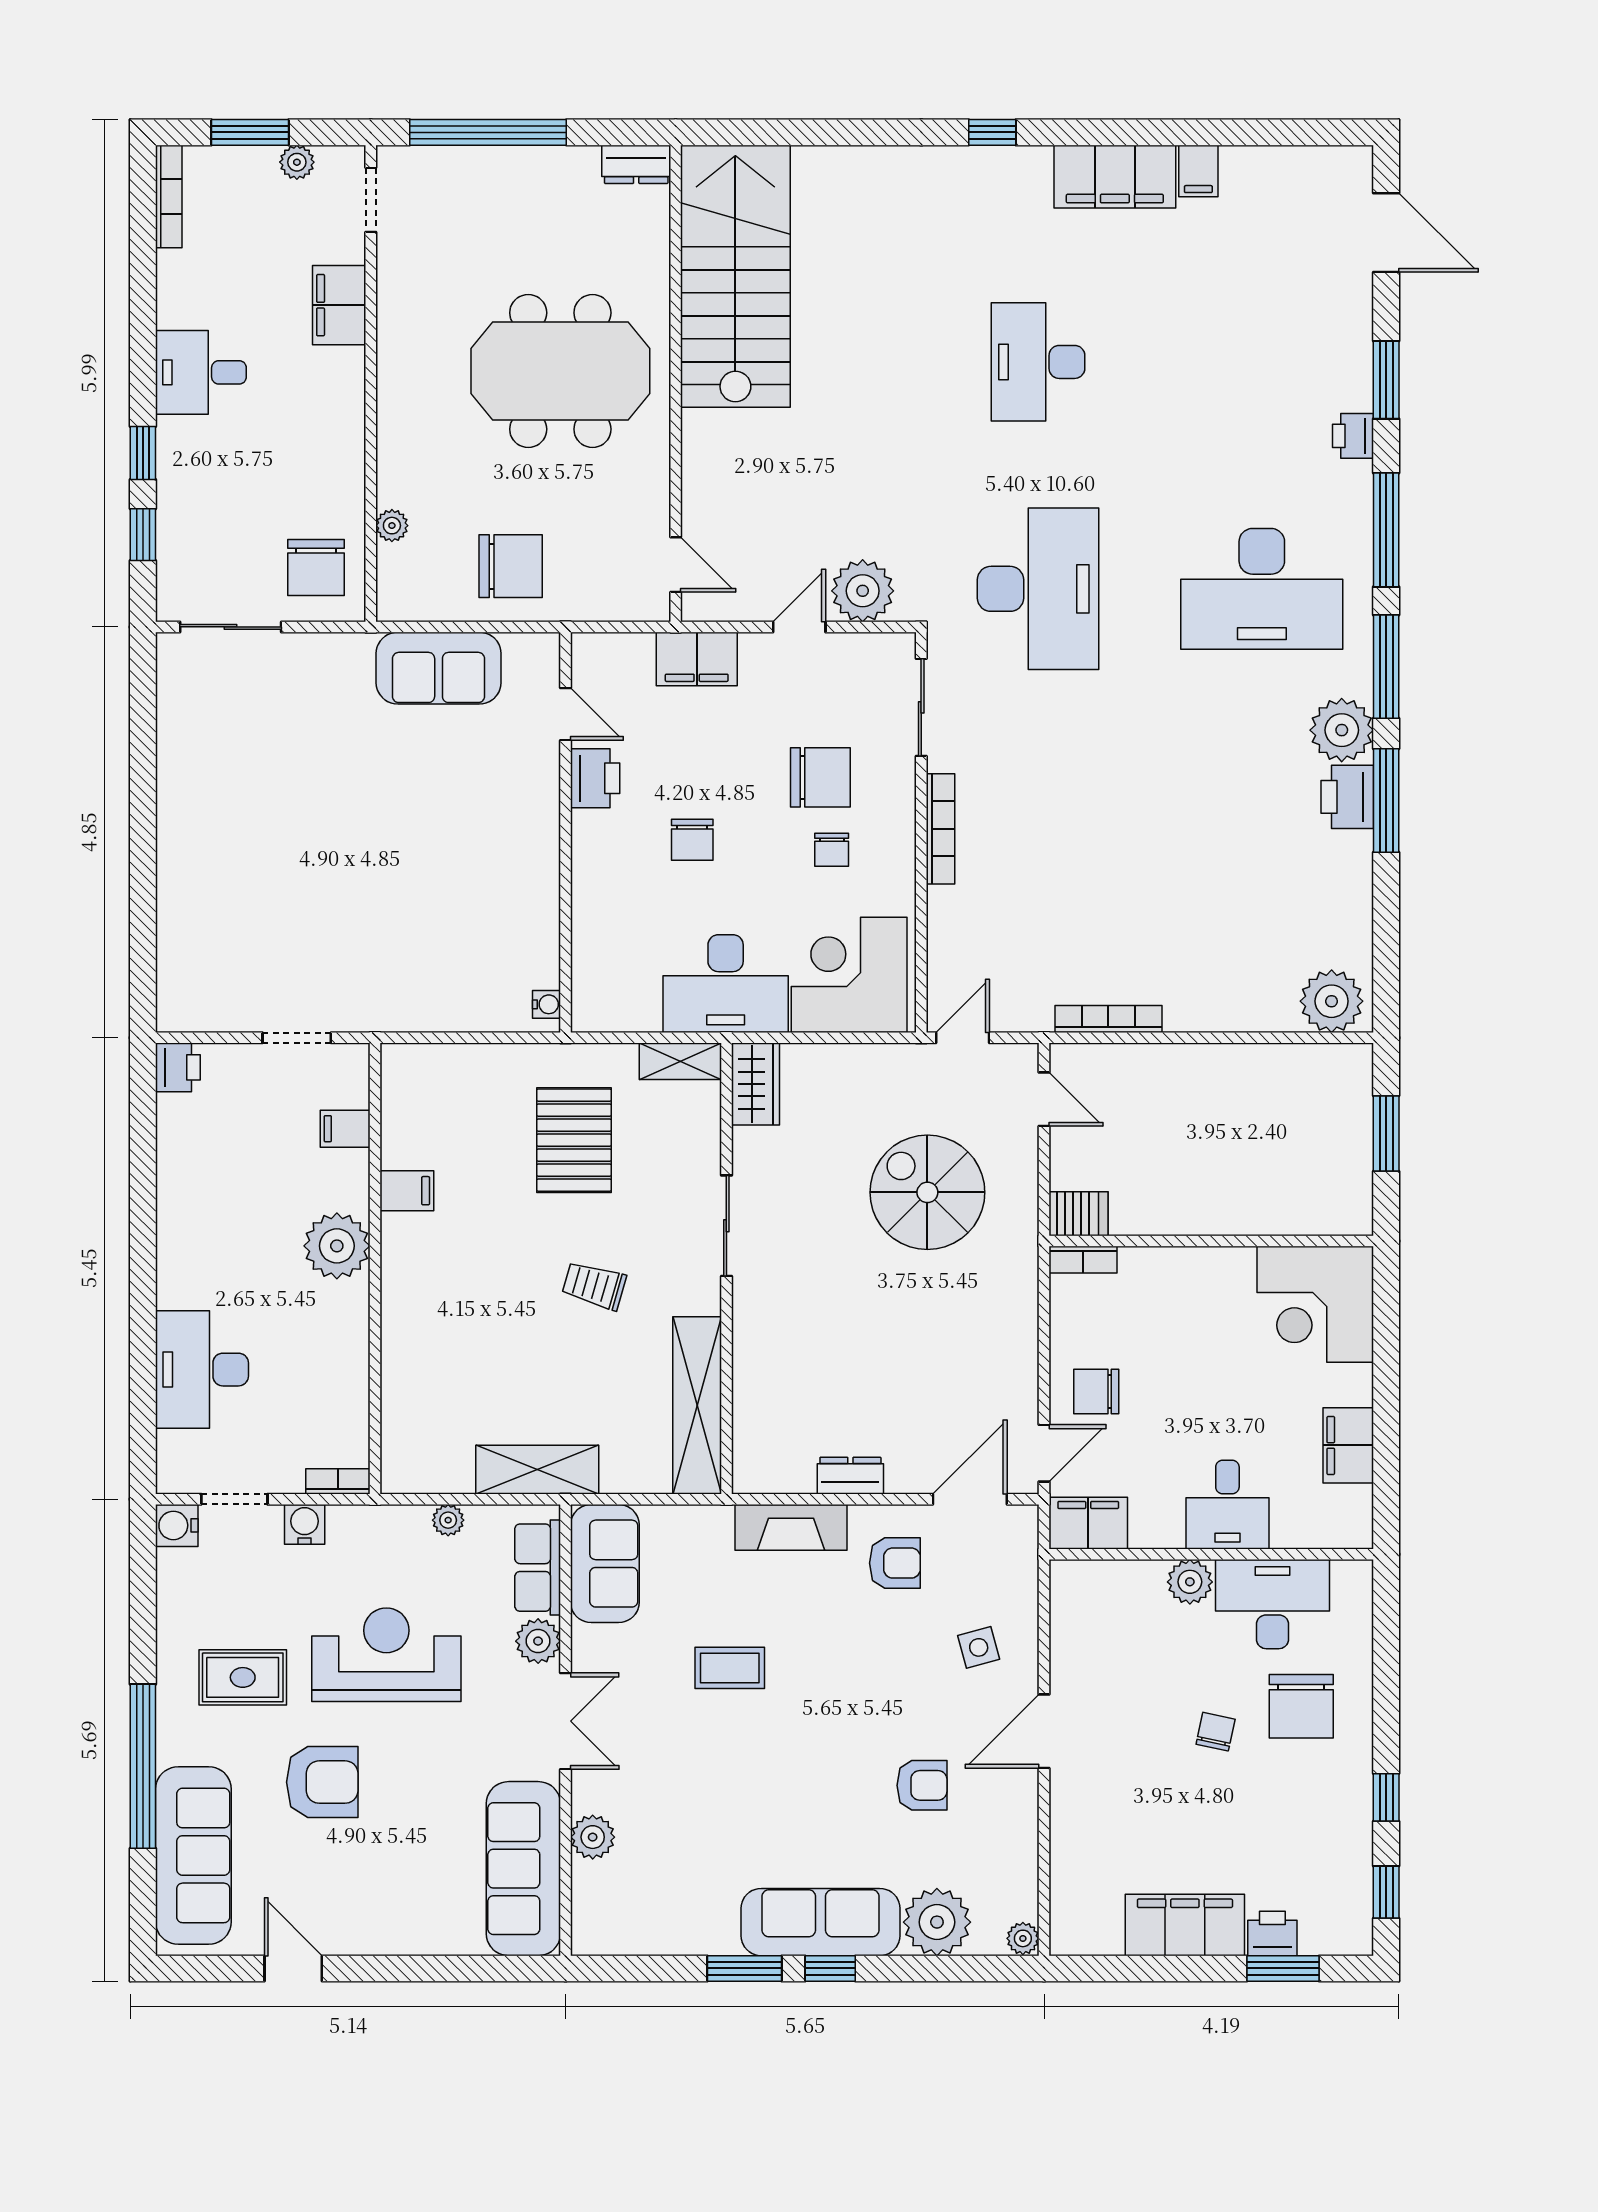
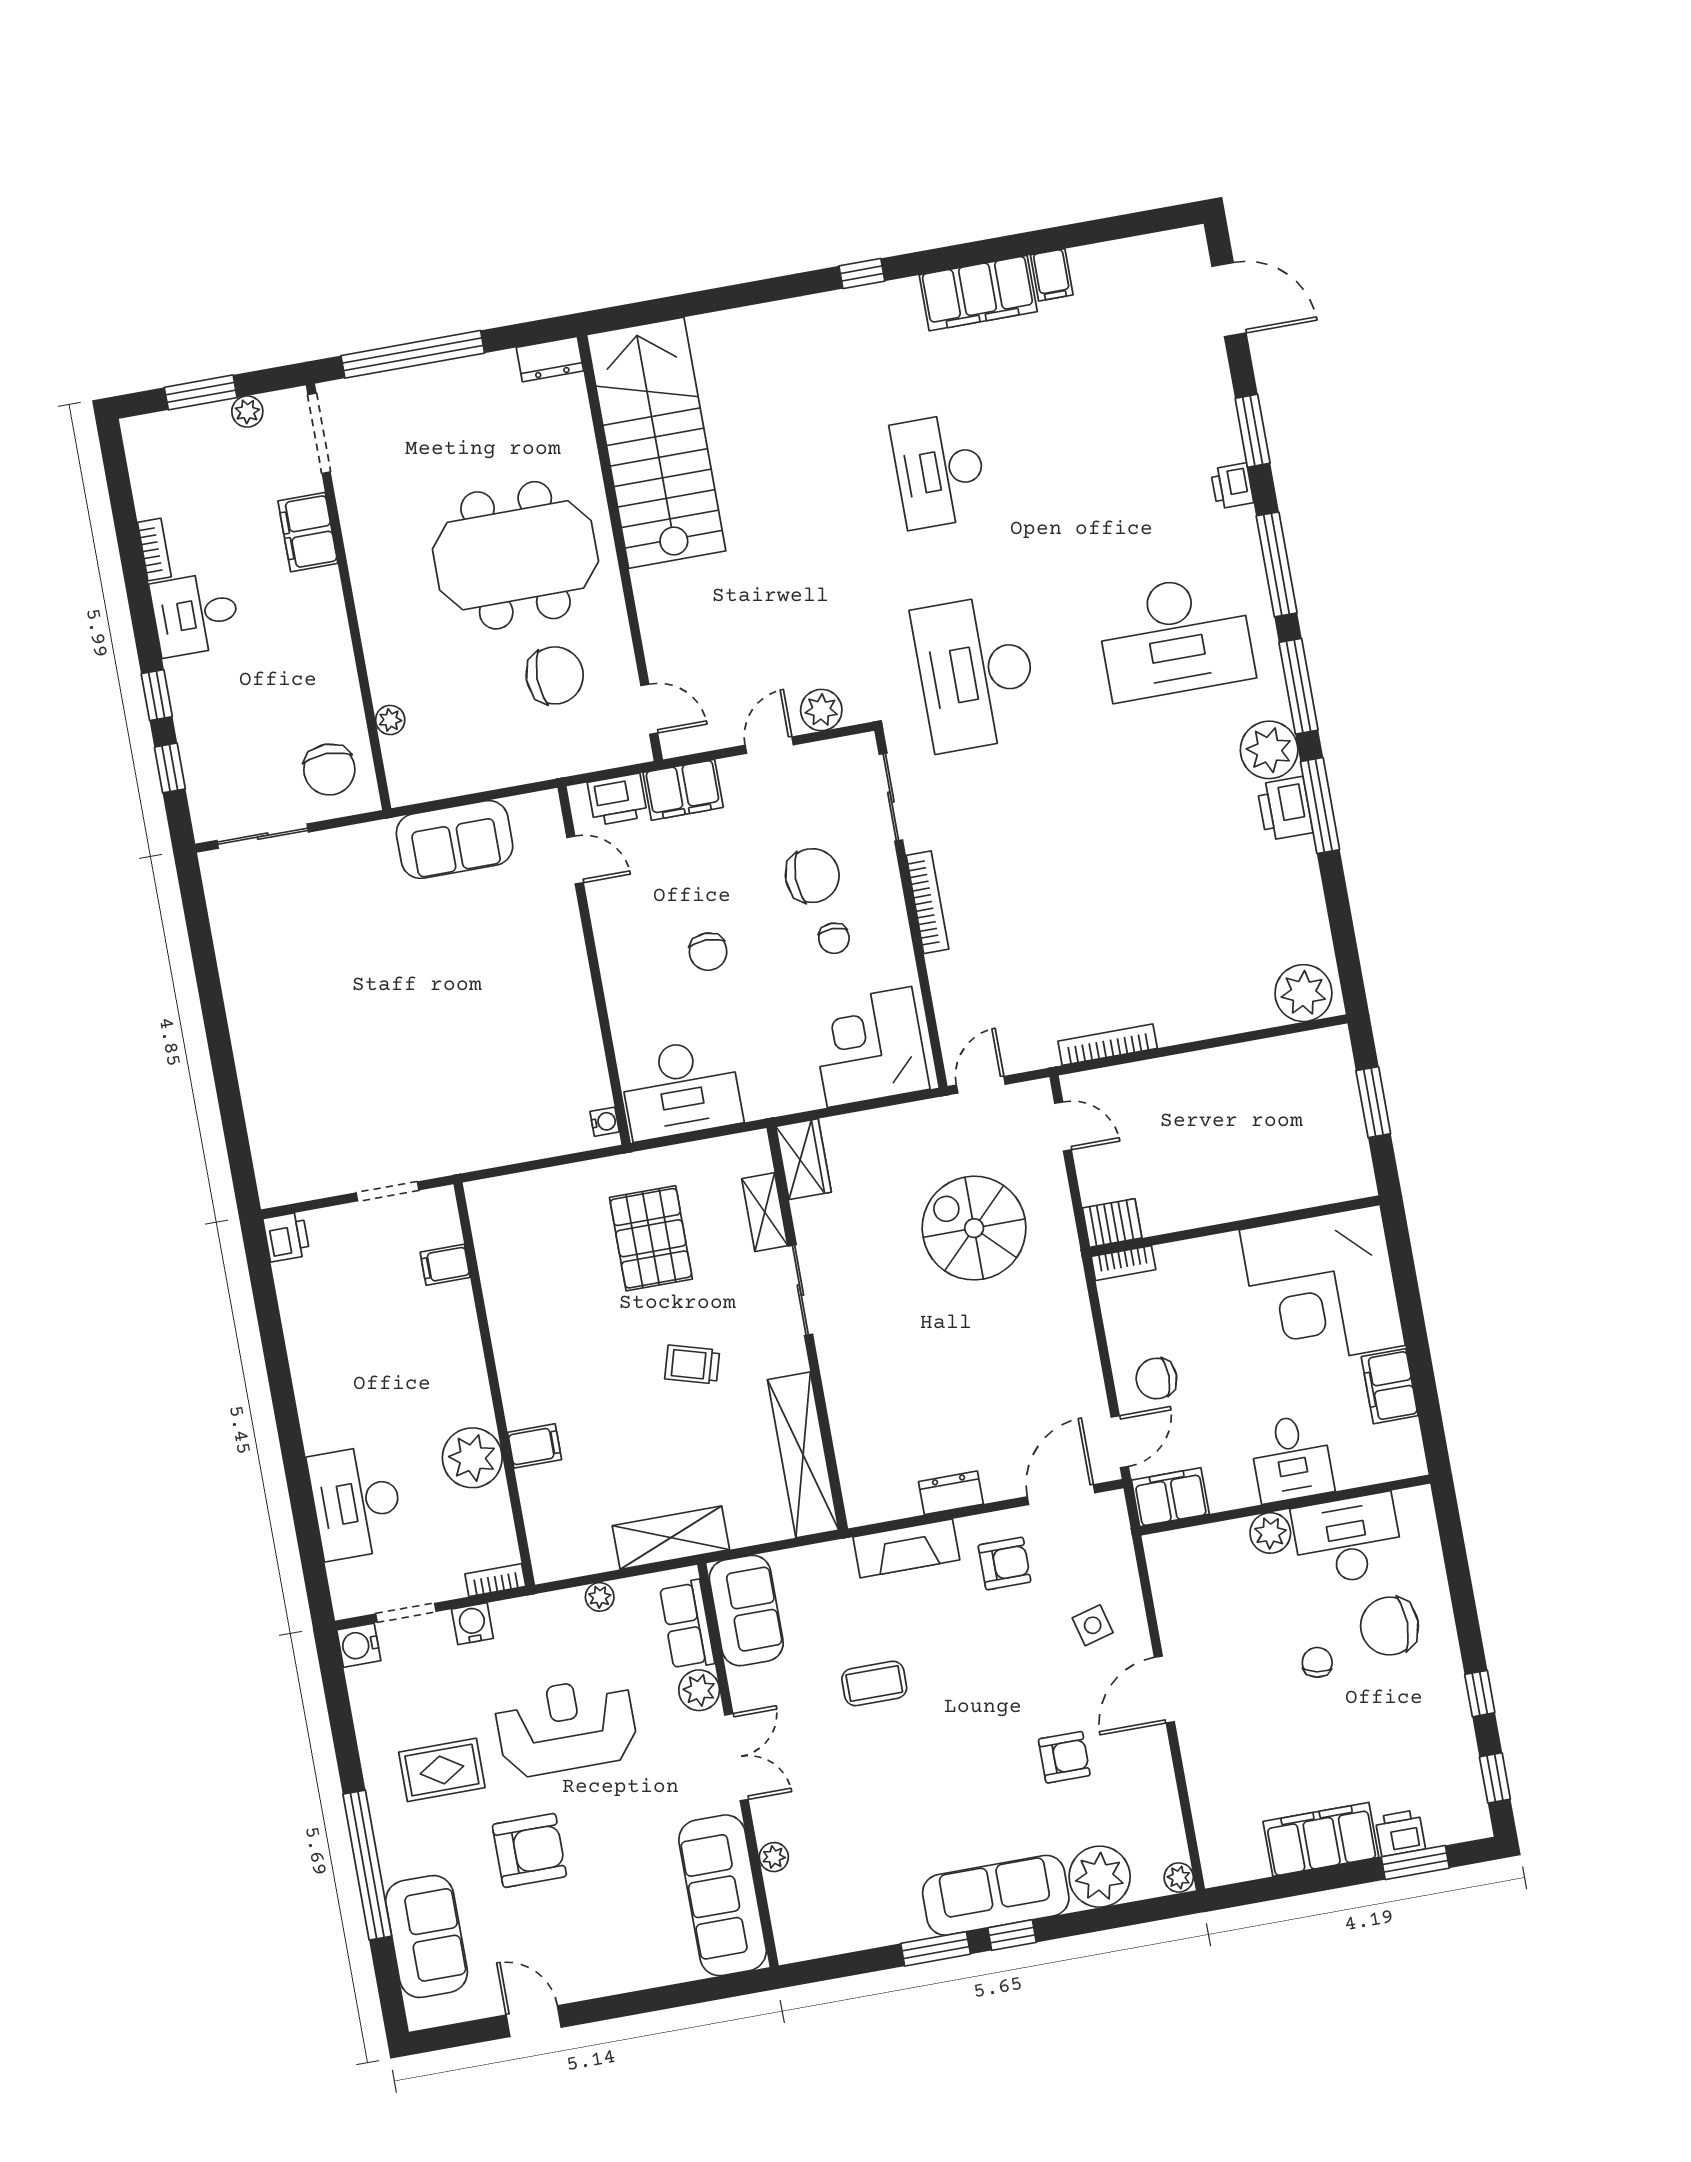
bookcase: (169, 196) -> (154, 550), moved, width x0.64
doorway: (371, 200) -> (319, 433), width x1.38
chair: (511, 566) -> (555, 675), moved
desk: (1038, 589) -> (976, 673), turned 180
plant: (863, 591) -> (821, 710), width x0.73, depth x0.73
printer: (595, 778) -> (617, 800), moved, turned 90
desk: (726, 984) -> (681, 1089), moved
shelving: (680, 1061) -> (765, 1212), moved, turned 90
filing cabinet: (407, 1191) -> (535, 1446), moved
plant: (337, 1246) -> (472, 1458), moved
corner desk: (1315, 1304) -> (1322, 1288), width x1.36, depth x1.36
chair: (1301, 1706) -> (1390, 1626), turned 90
plant: (593, 1837) -> (774, 1857), width x0.73, depth x0.73
sofa: (193, 1855) -> (427, 1936), width x0.73

